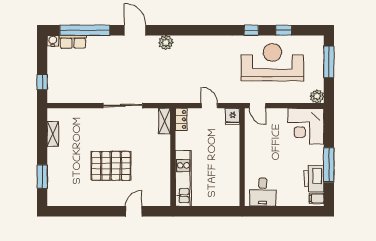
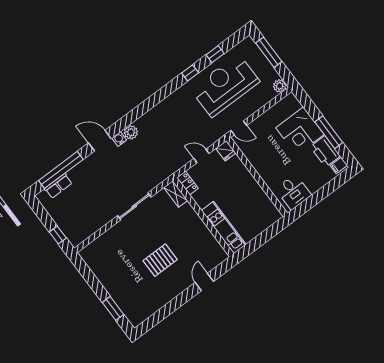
water cooler: (53, 41) -> (119, 139), moved
corner desk: (306, 126) -> (300, 131), moved
shelving: (53, 134) -> (96, 269), removed
pallet: (111, 166) -> (160, 260), width x0.73, depth x0.71

